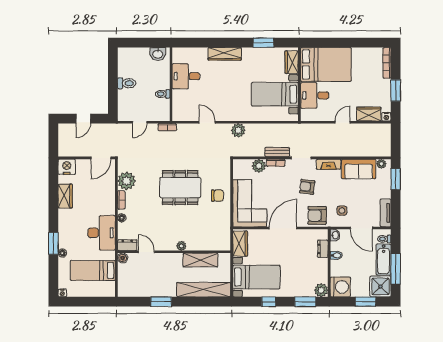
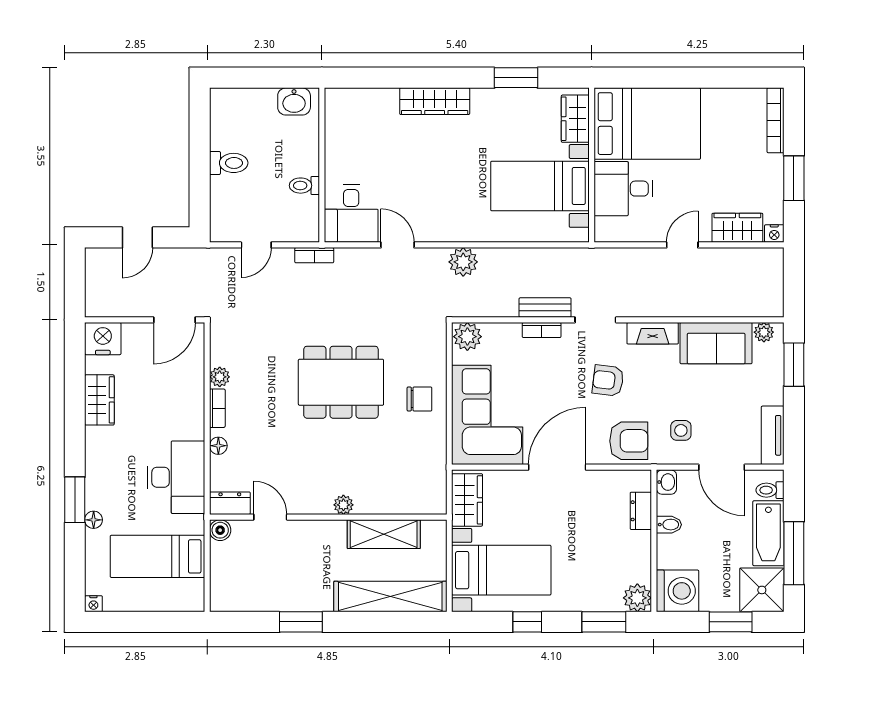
desk: (186, 76) -> (351, 214), moved, turned -90
plant: (259, 166) -> (467, 337), moved
plant: (127, 181) -> (220, 377), width x0.53, depth x0.53
armchair: (317, 215) -> (629, 441), turned 180

